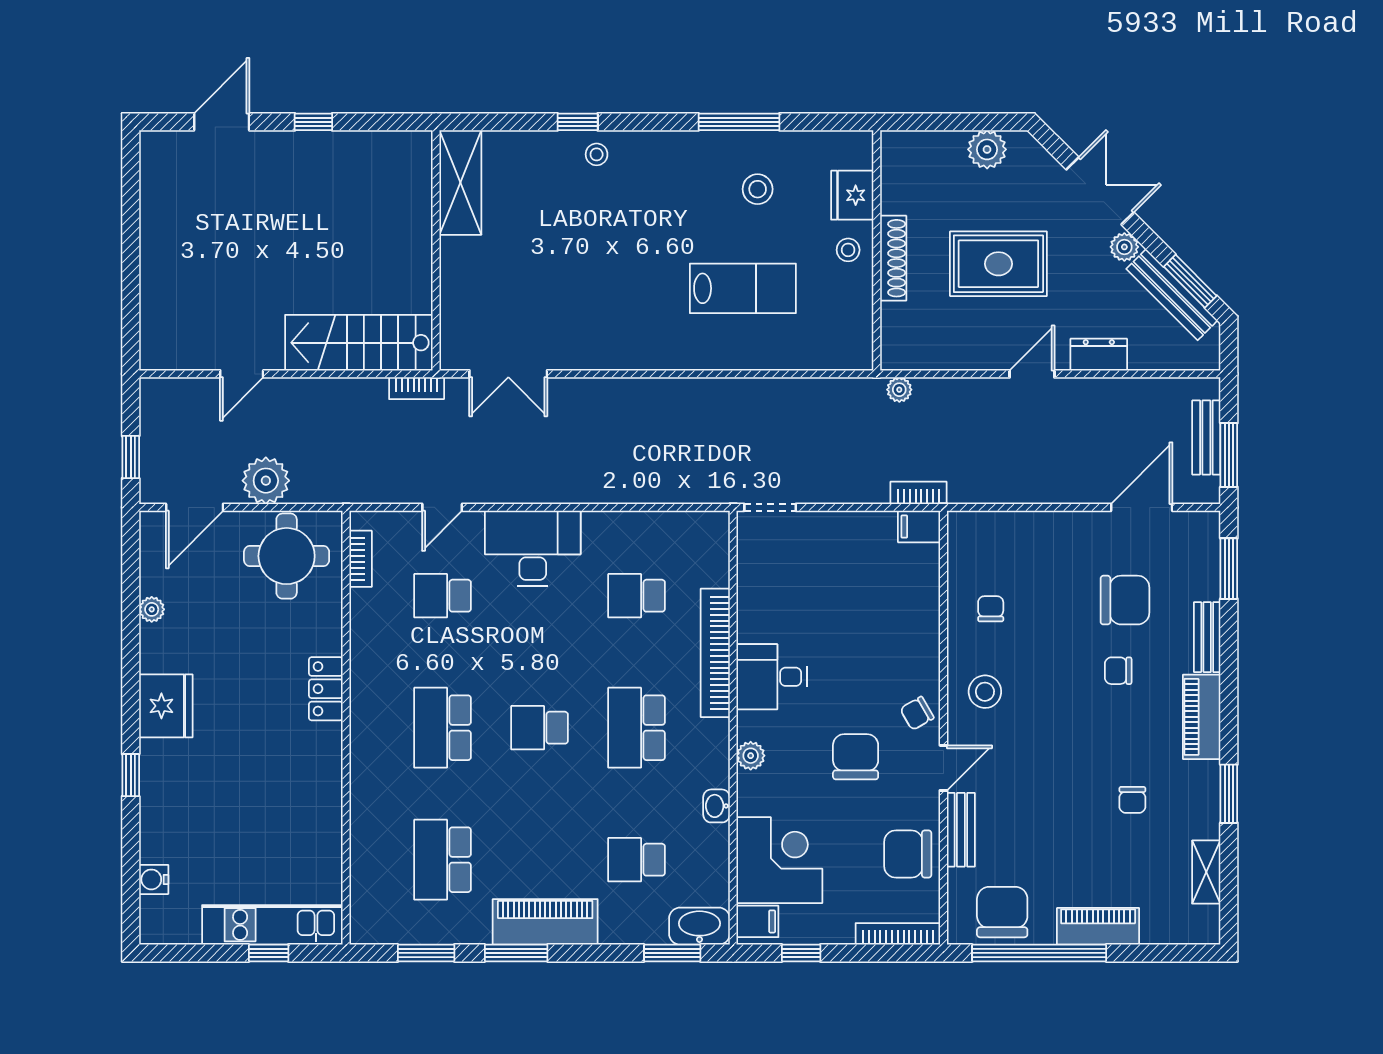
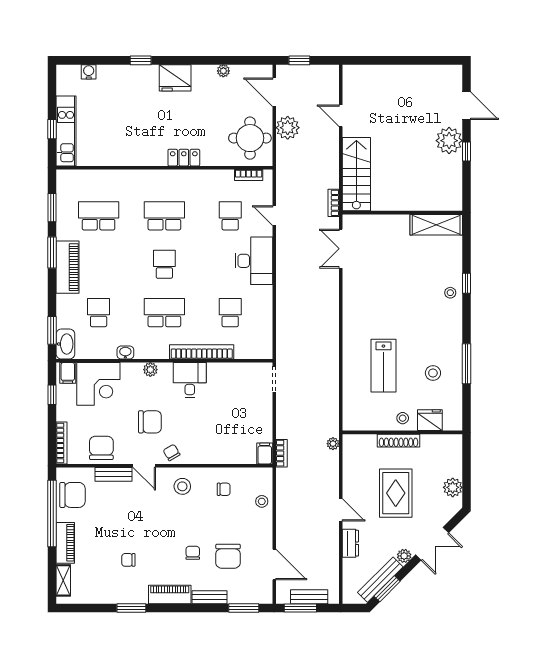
plant: (291, 157) -> (449, 141), added
stool: (1015, 532) -> (262, 501), added
shelving: (1206, 872) -> (63, 580), moved, turned 90

